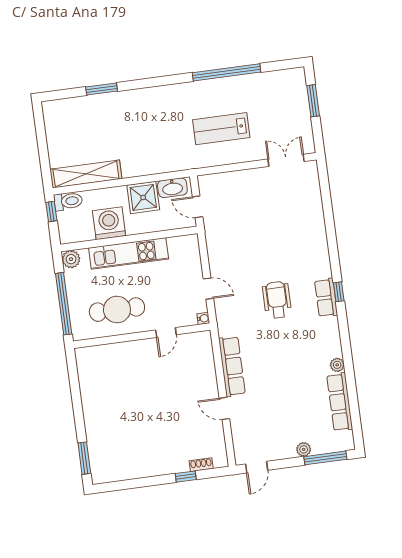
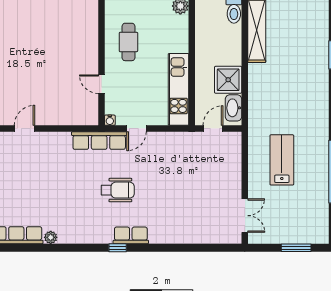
washing machine: (109, 223) -> (209, 45), removed
kitchen unit: (129, 253) -> (179, 89), moved
row of seats: (326, 298) -> (131, 235), moved
cafe table: (117, 310) -> (128, 42), width x0.73, depth x0.74
row of seats: (232, 366) -> (99, 141), moved

